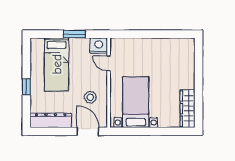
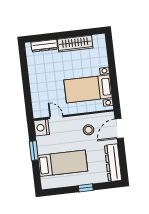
dresser: (189, 59) -> (44, 46), added
door: (109, 63) -> (56, 117), swing flipped
wardrobe: (187, 109) -> (75, 44), moved

